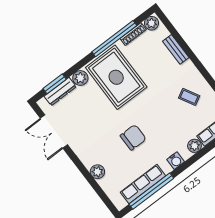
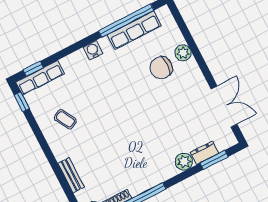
rug: (116, 77) -> (144, 155), removed
dresser: (60, 92) -> (204, 153), width x0.70
chair: (133, 137) -> (161, 68), moved
plant: (194, 146) -> (69, 63), removed

